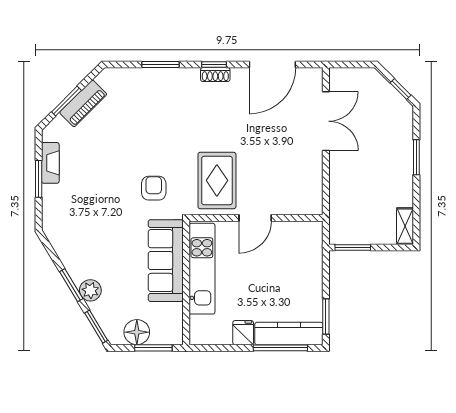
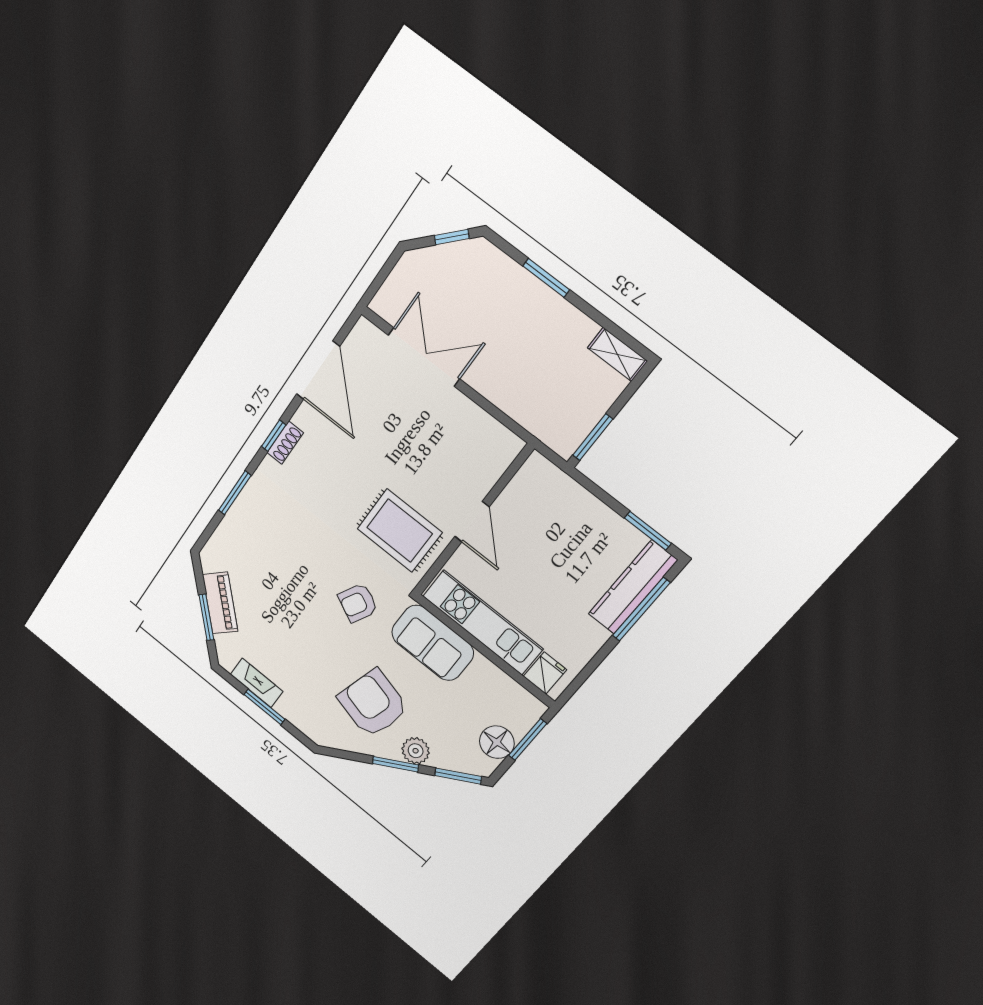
armchair: (154, 188) -> (358, 603), turned -63
armchair: (98, 243) -> (373, 703), added
sofa: (166, 261) -> (432, 643), width x0.73
fridge: (243, 333) -> (545, 673), moved, turned 90

